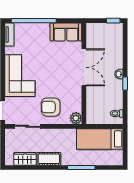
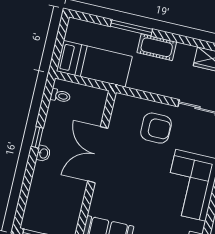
double door: (84, 67) -> (98, 155), moved
plant: (76, 118) -> (123, 103), removed
cot: (49, 159) -> (157, 47), moved

